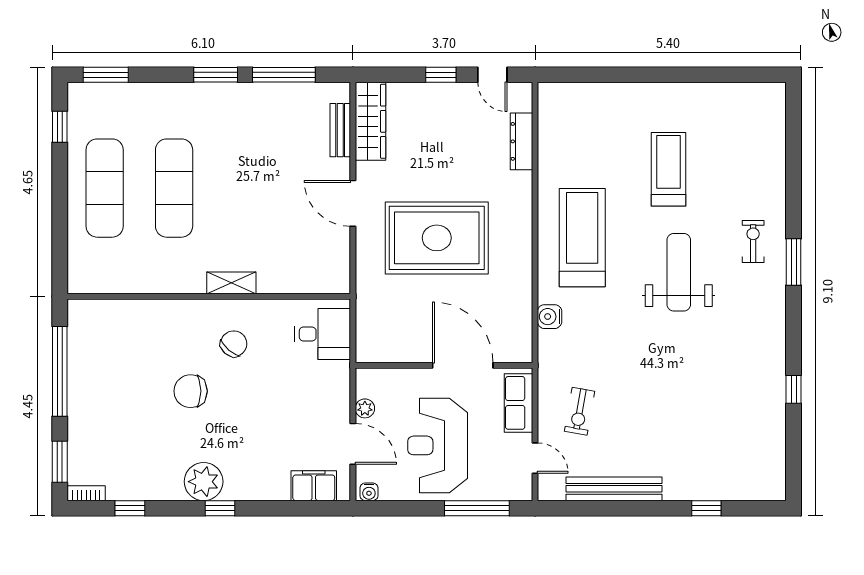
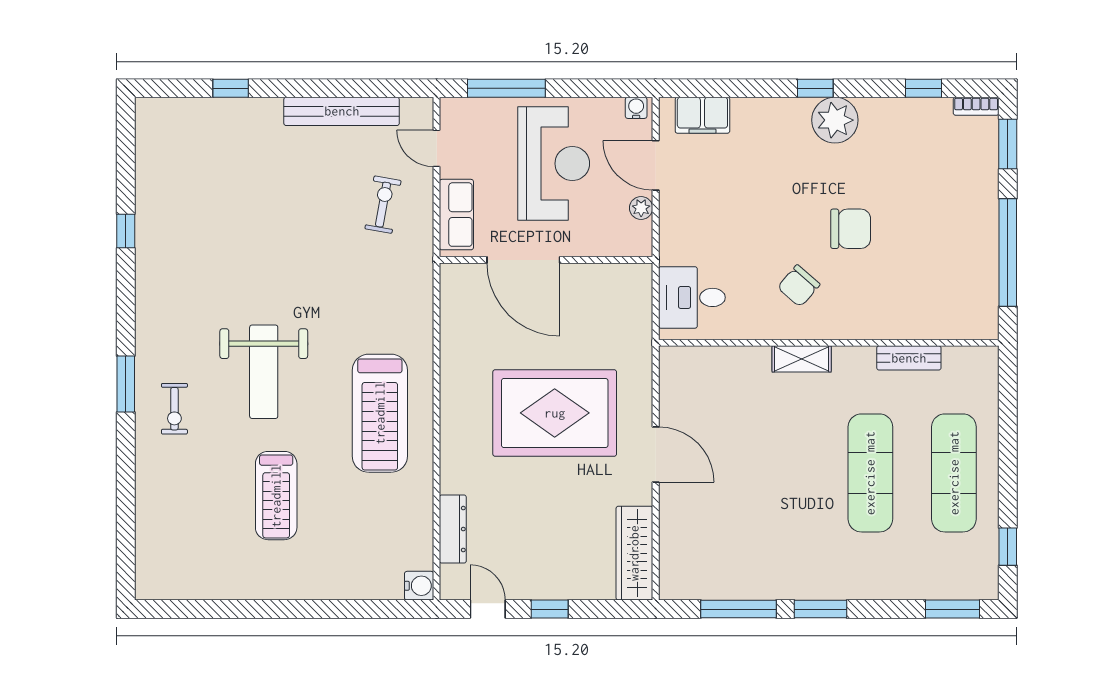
bench: (340, 130) -> (909, 358), moved, turned 90
water cooler: (550, 317) -> (419, 586), moved

